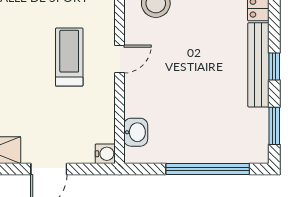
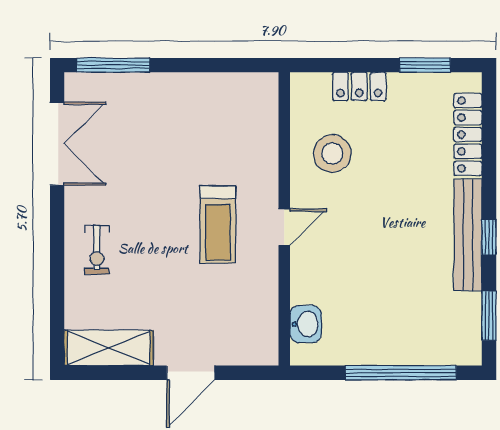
treadmill: (69, 57) -> (218, 225), turned 180
water cooler: (105, 154) -> (266, 353), removed

